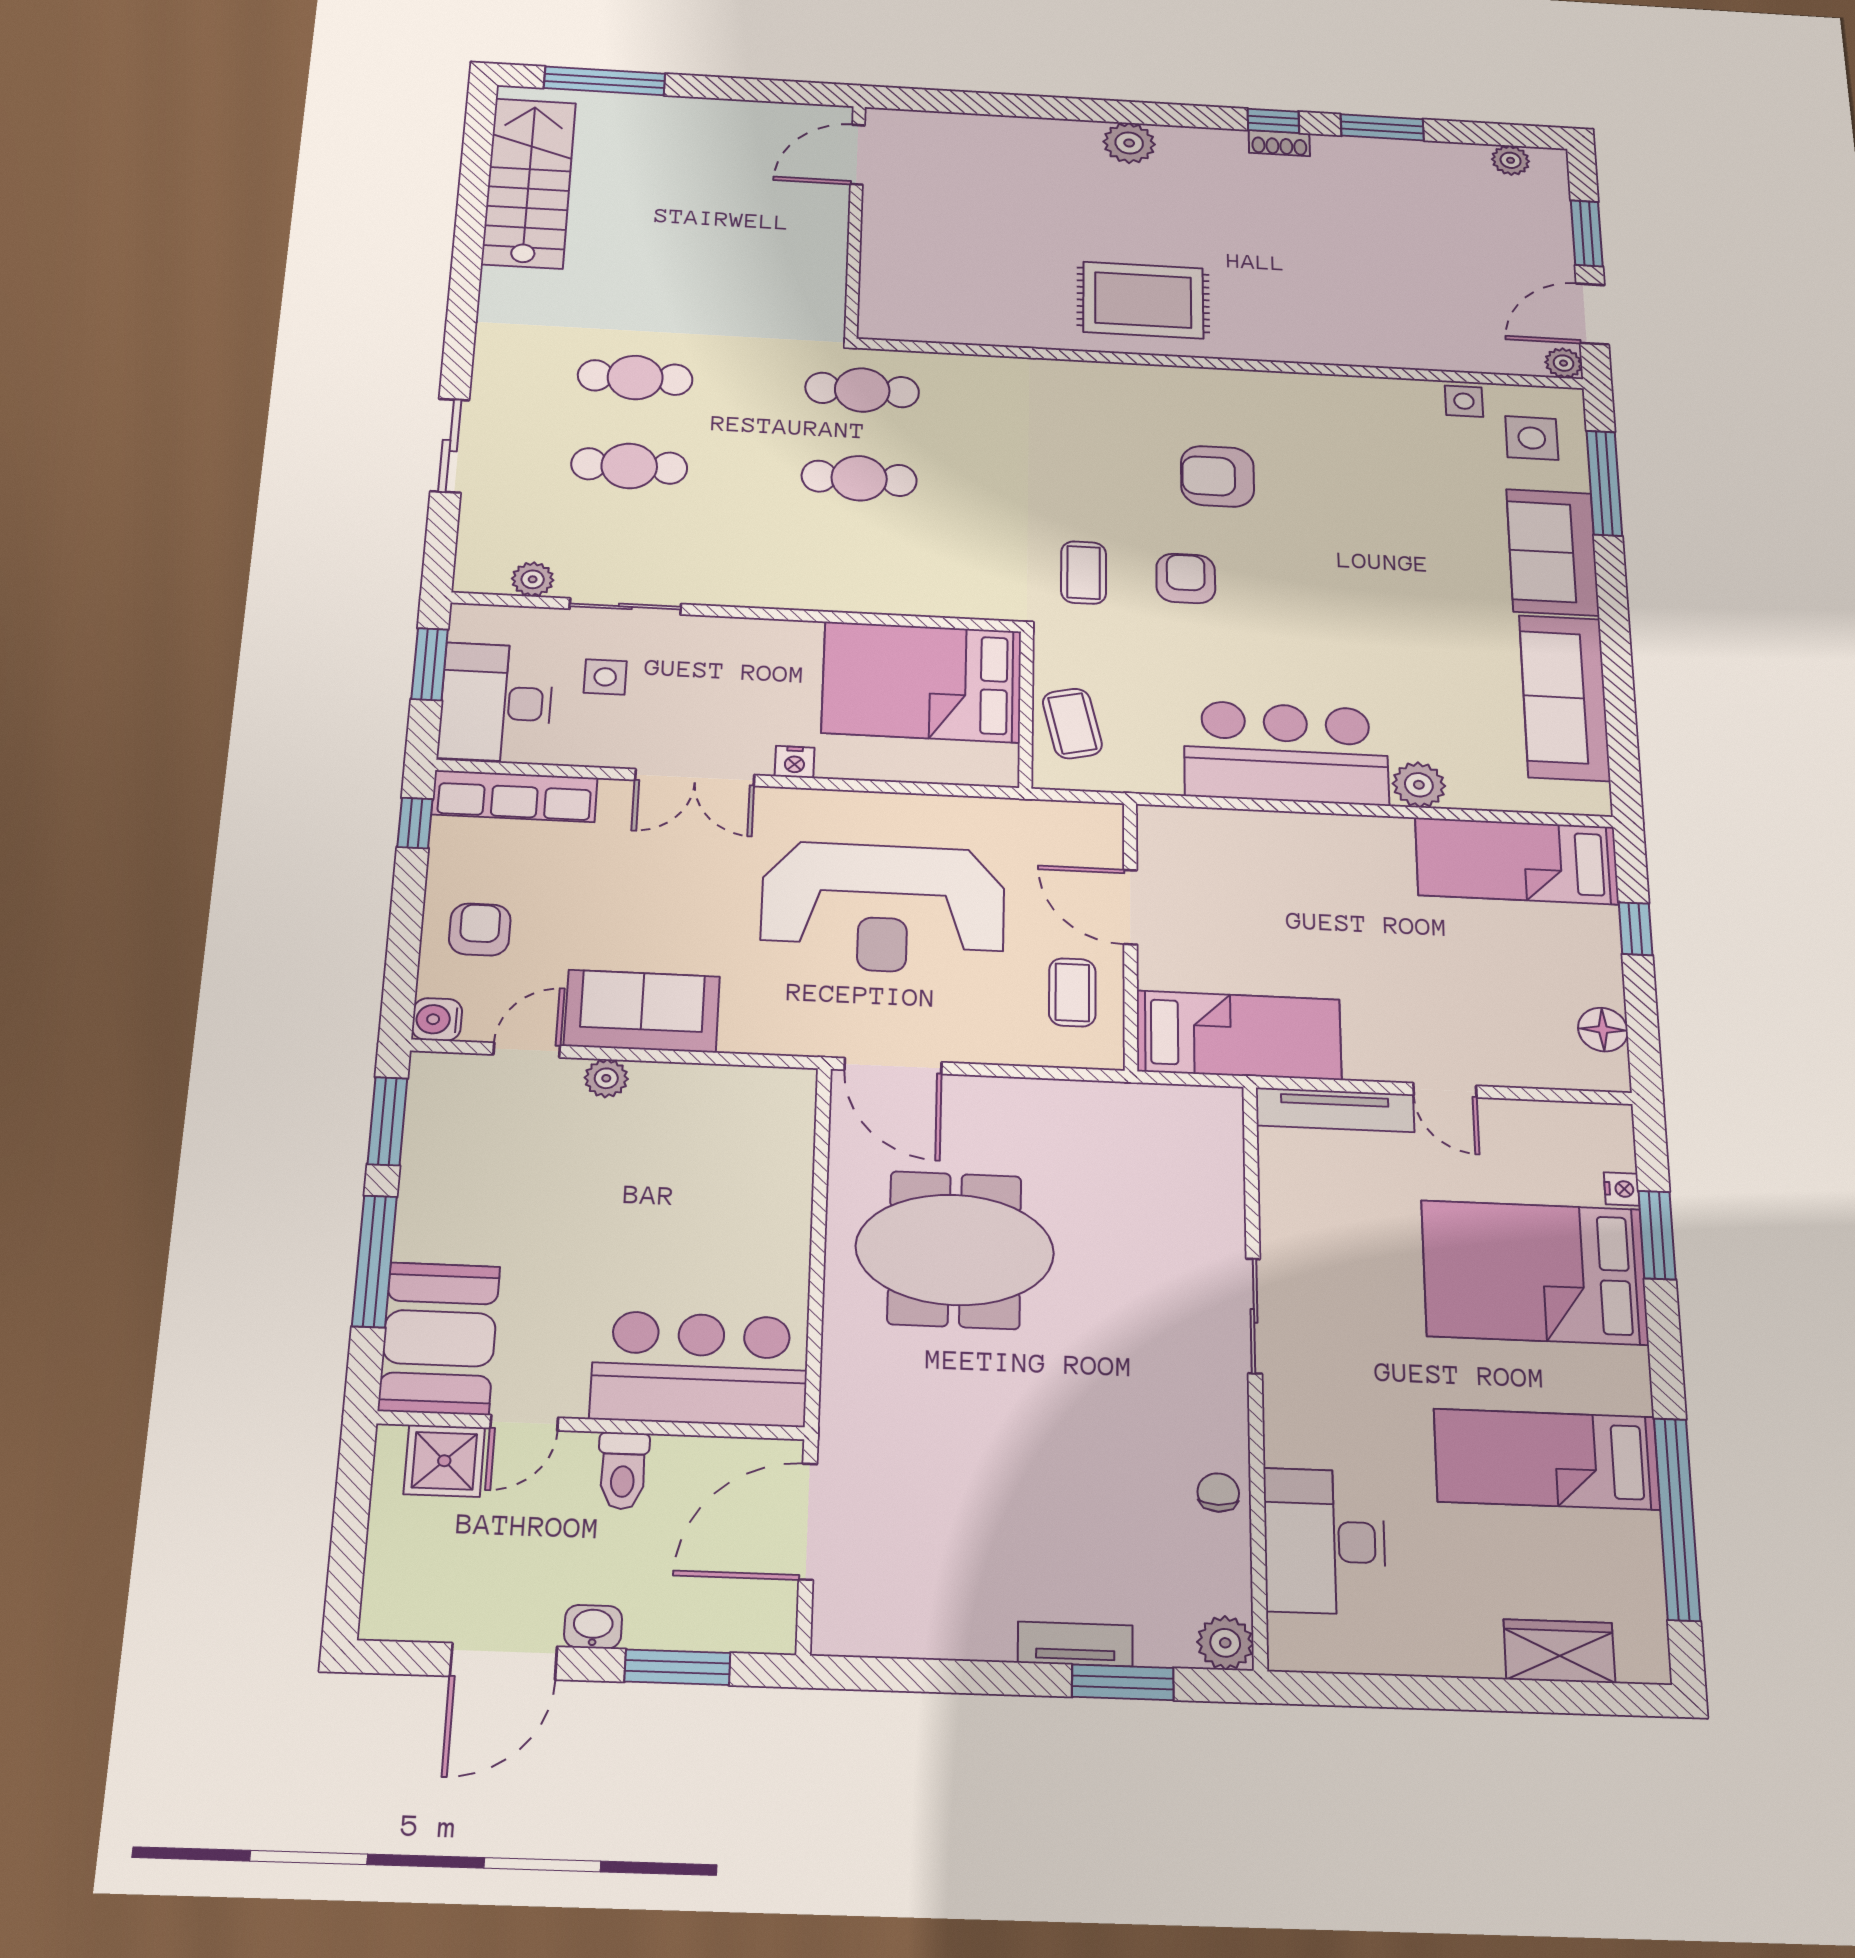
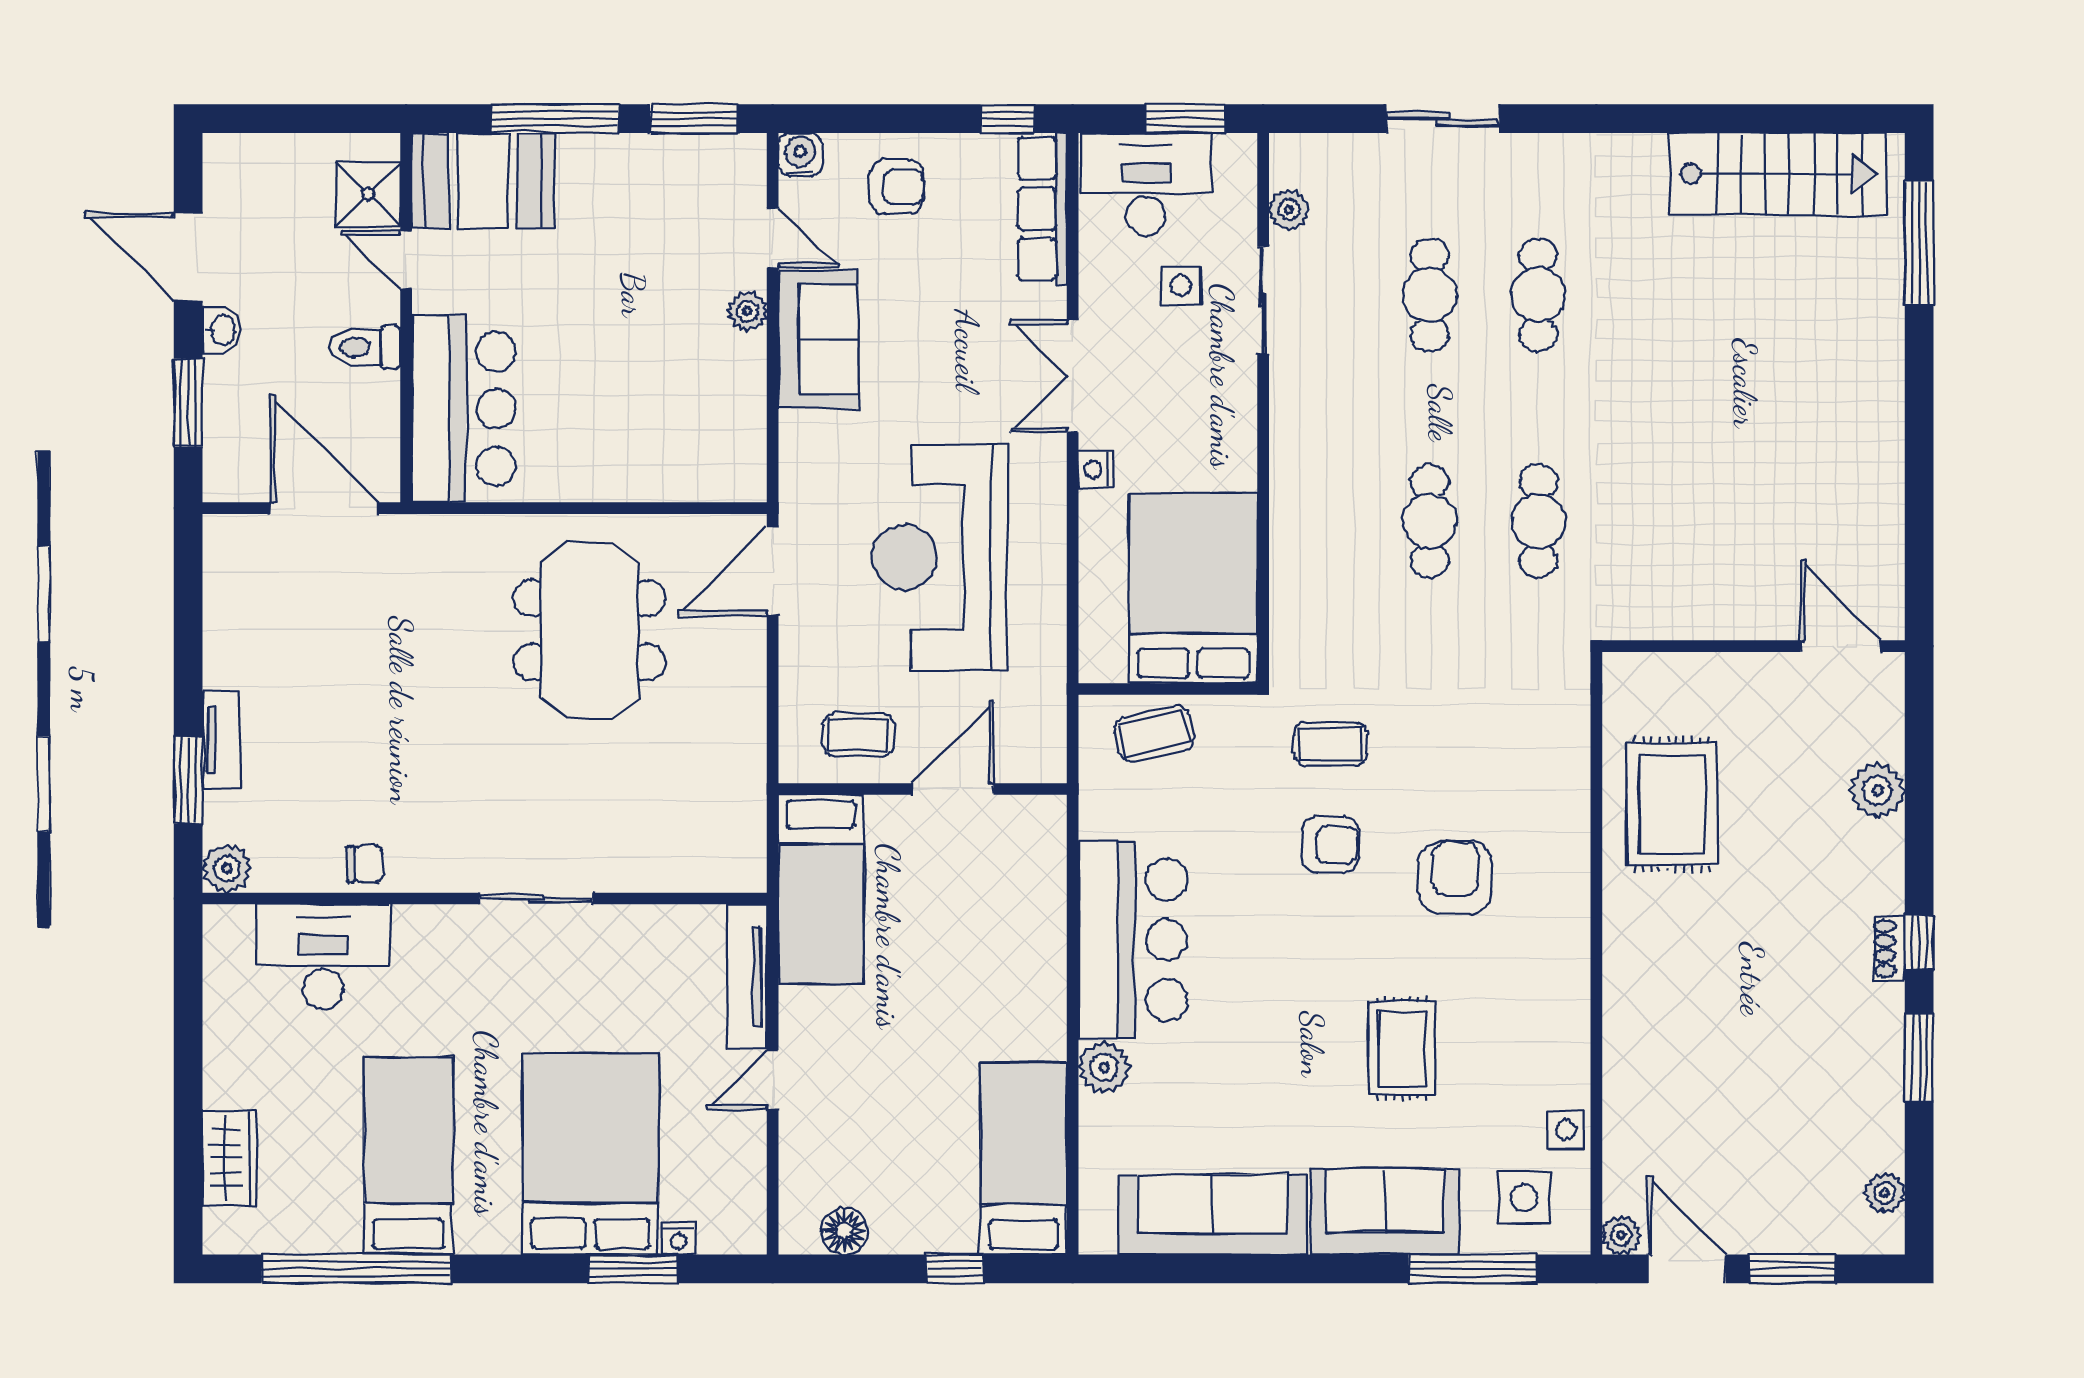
door: (858, 155) -> (1840, 646), moved
wall: (855, 221) -> (1753, 646), moved
rug: (1389, 530) -> (1402, 1048), added

